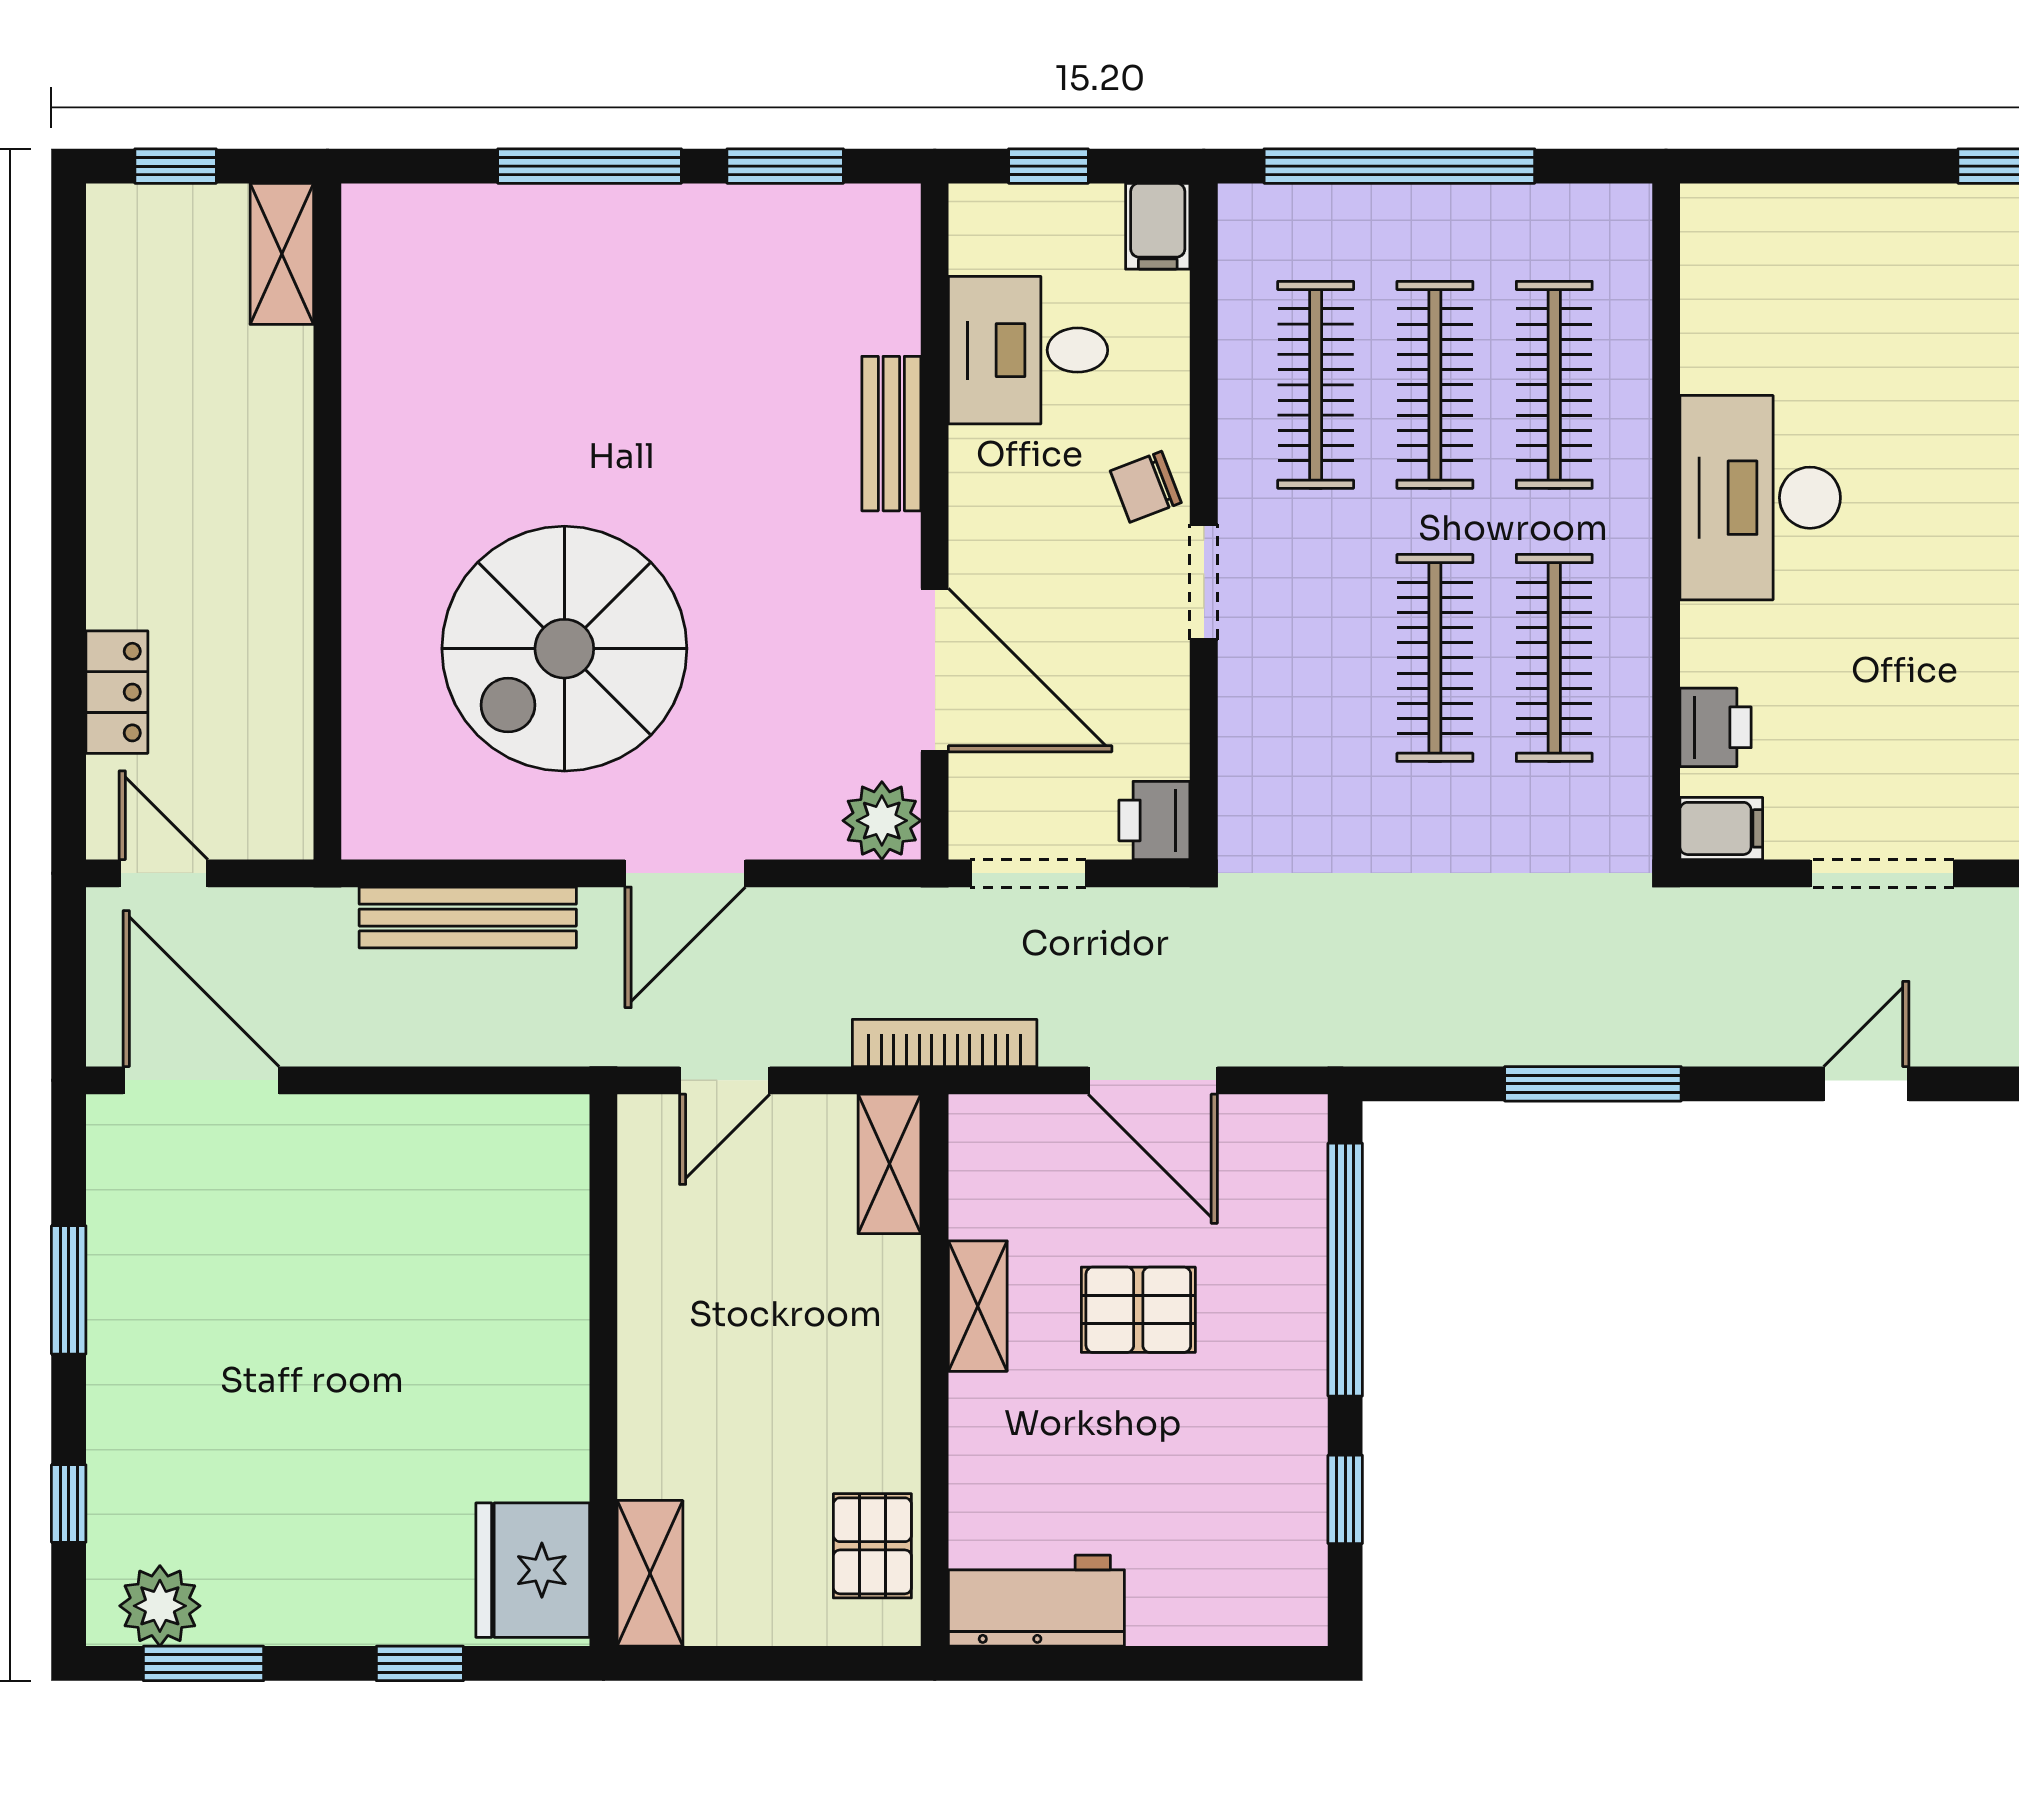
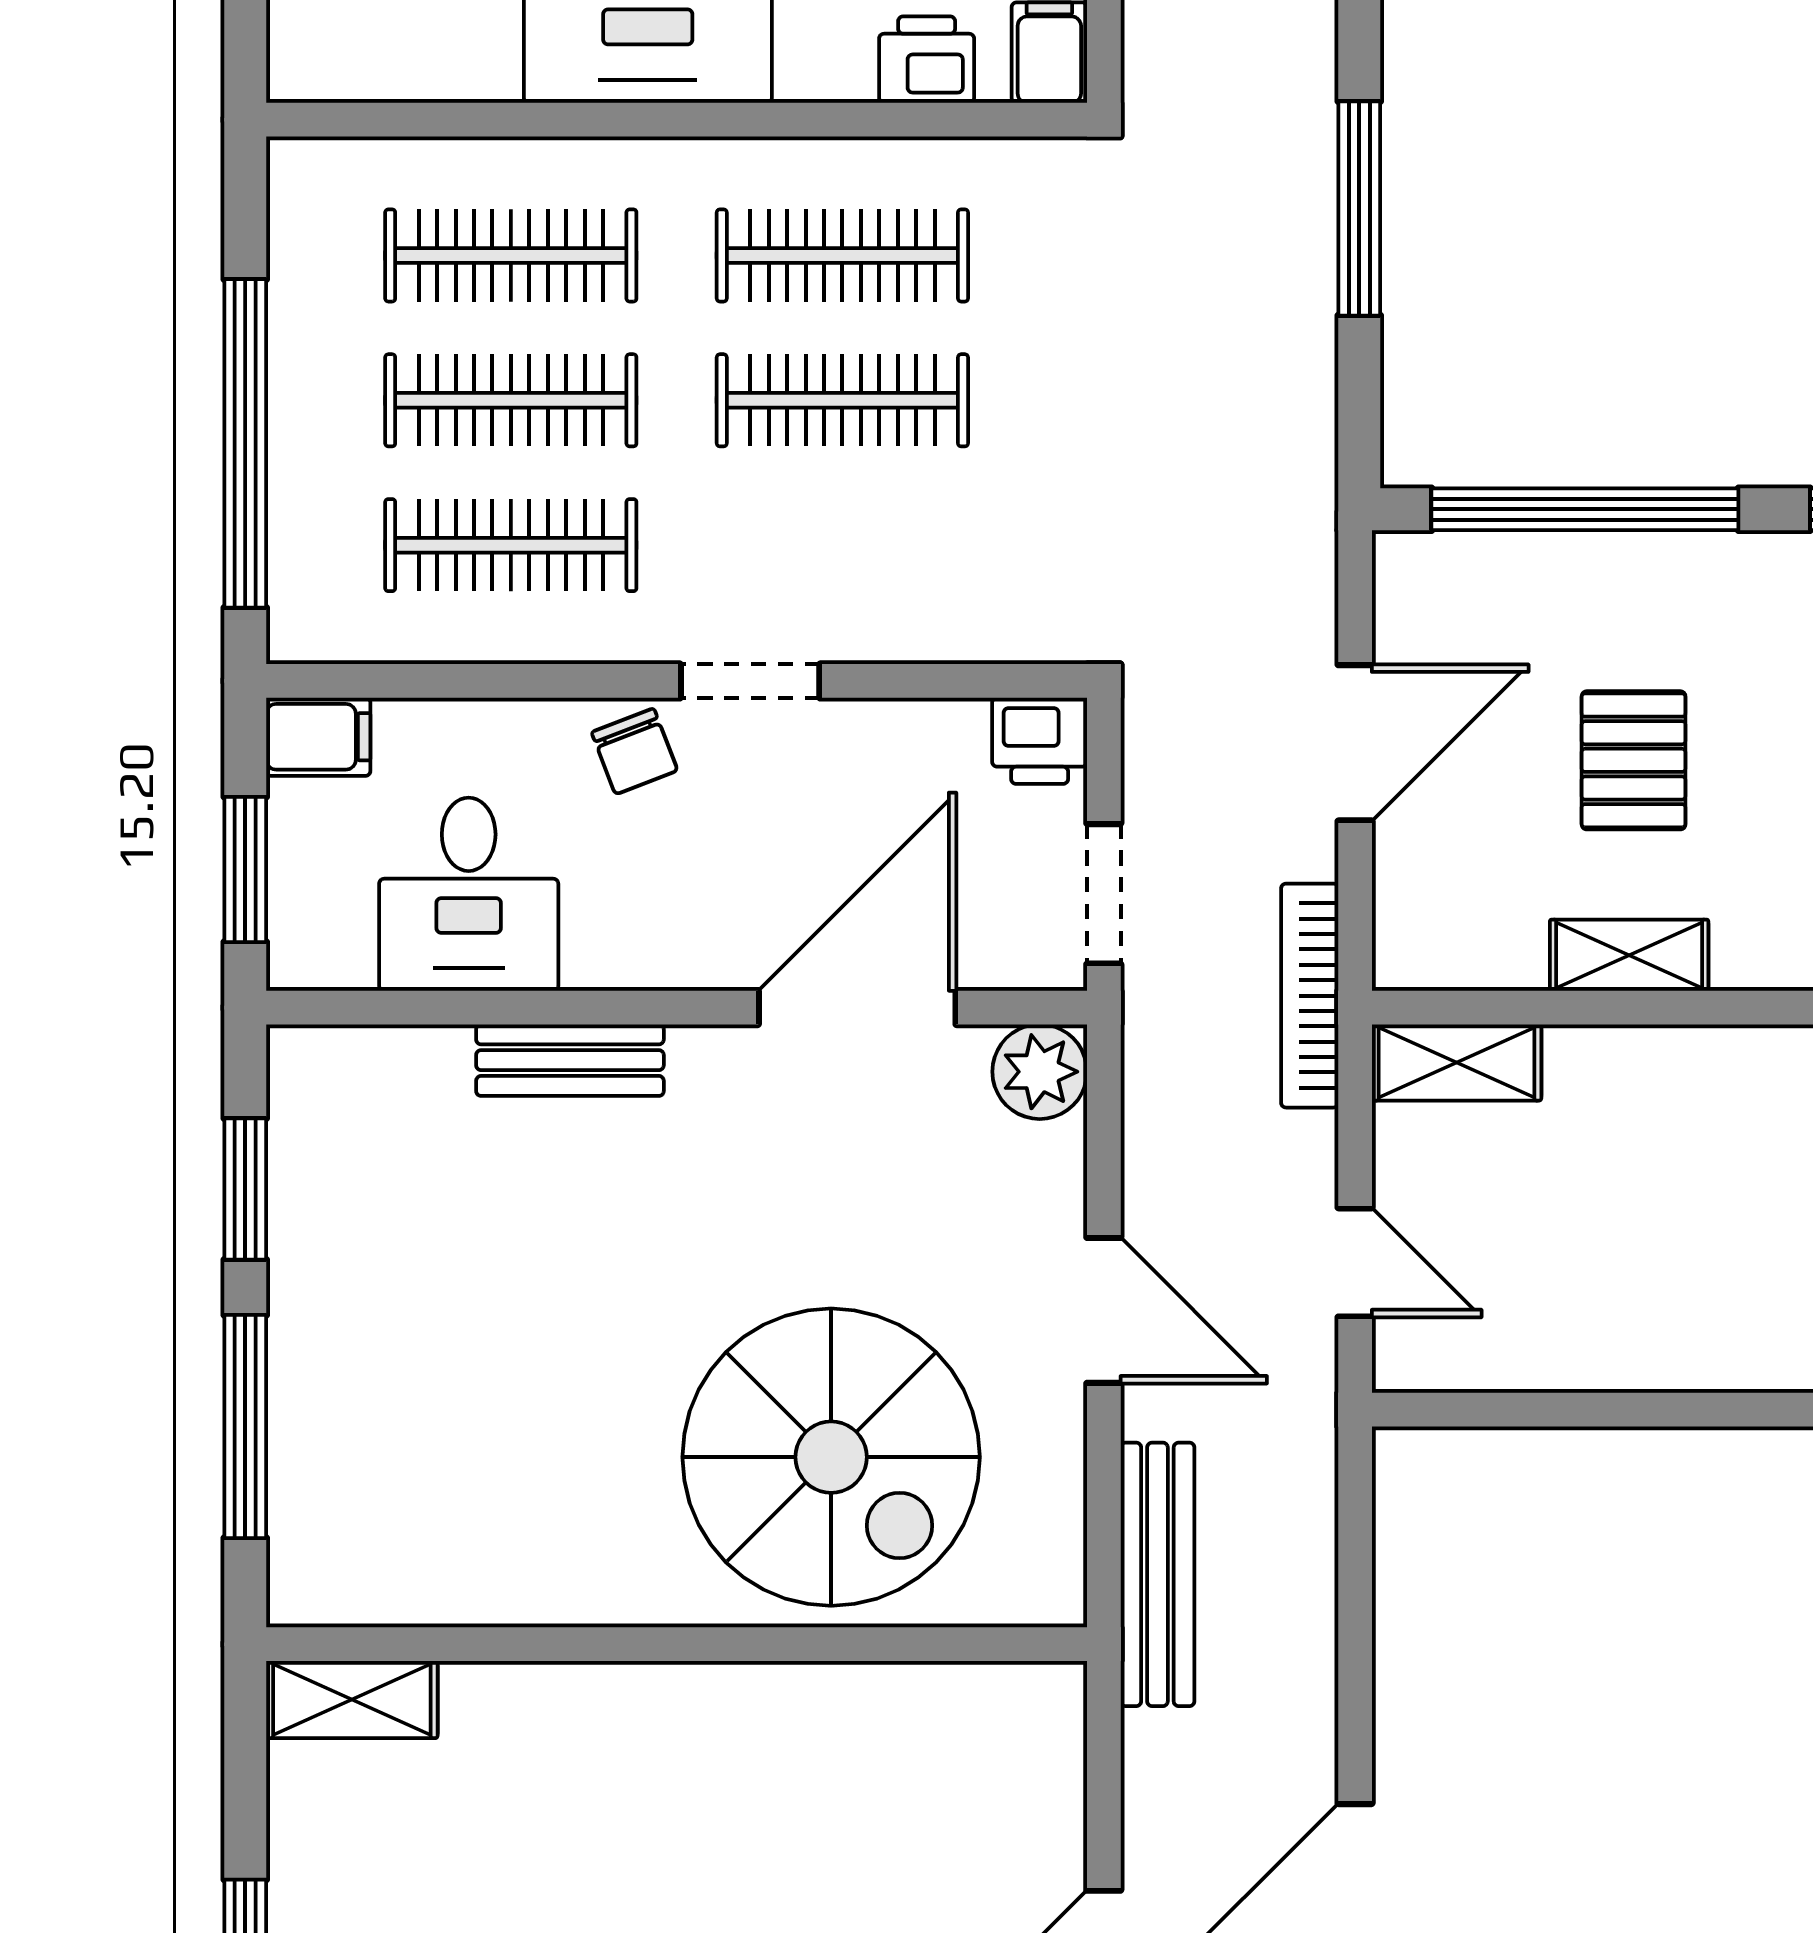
window: (1048, 166) -> (245, 869), width x1.50
shelving: (282, 254) -> (352, 1700), moved
wall: (327, 521) -> (677, 1644), moved

